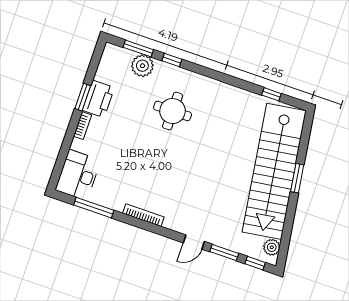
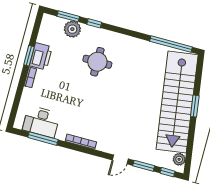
window: (271, 94) -> (171, 44), width x3.17
desk: (78, 175) -> (41, 122), moved, turned -90

